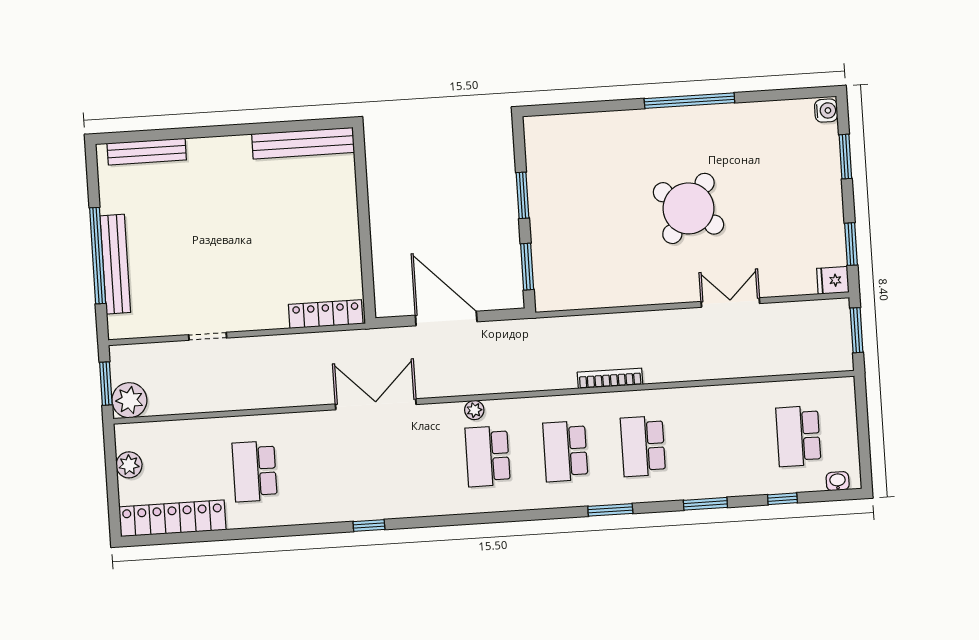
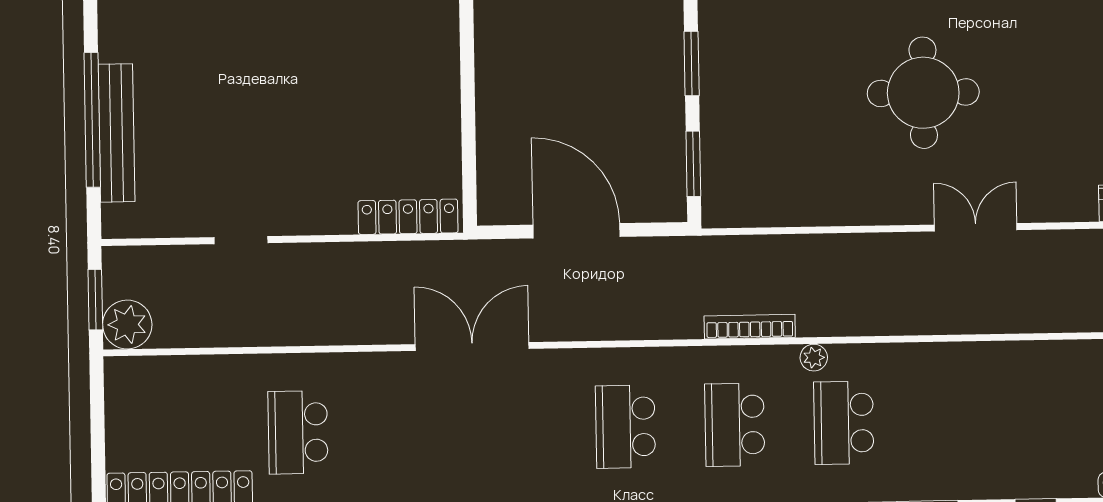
round table: (688, 208) -> (923, 93), turned -36
bookcase: (610, 378) -> (750, 327), moved
plant: (474, 410) -> (814, 358), moved
school desk: (798, 436) -> (1062, 419), removed
plant: (129, 465) -> (122, 415), removed

